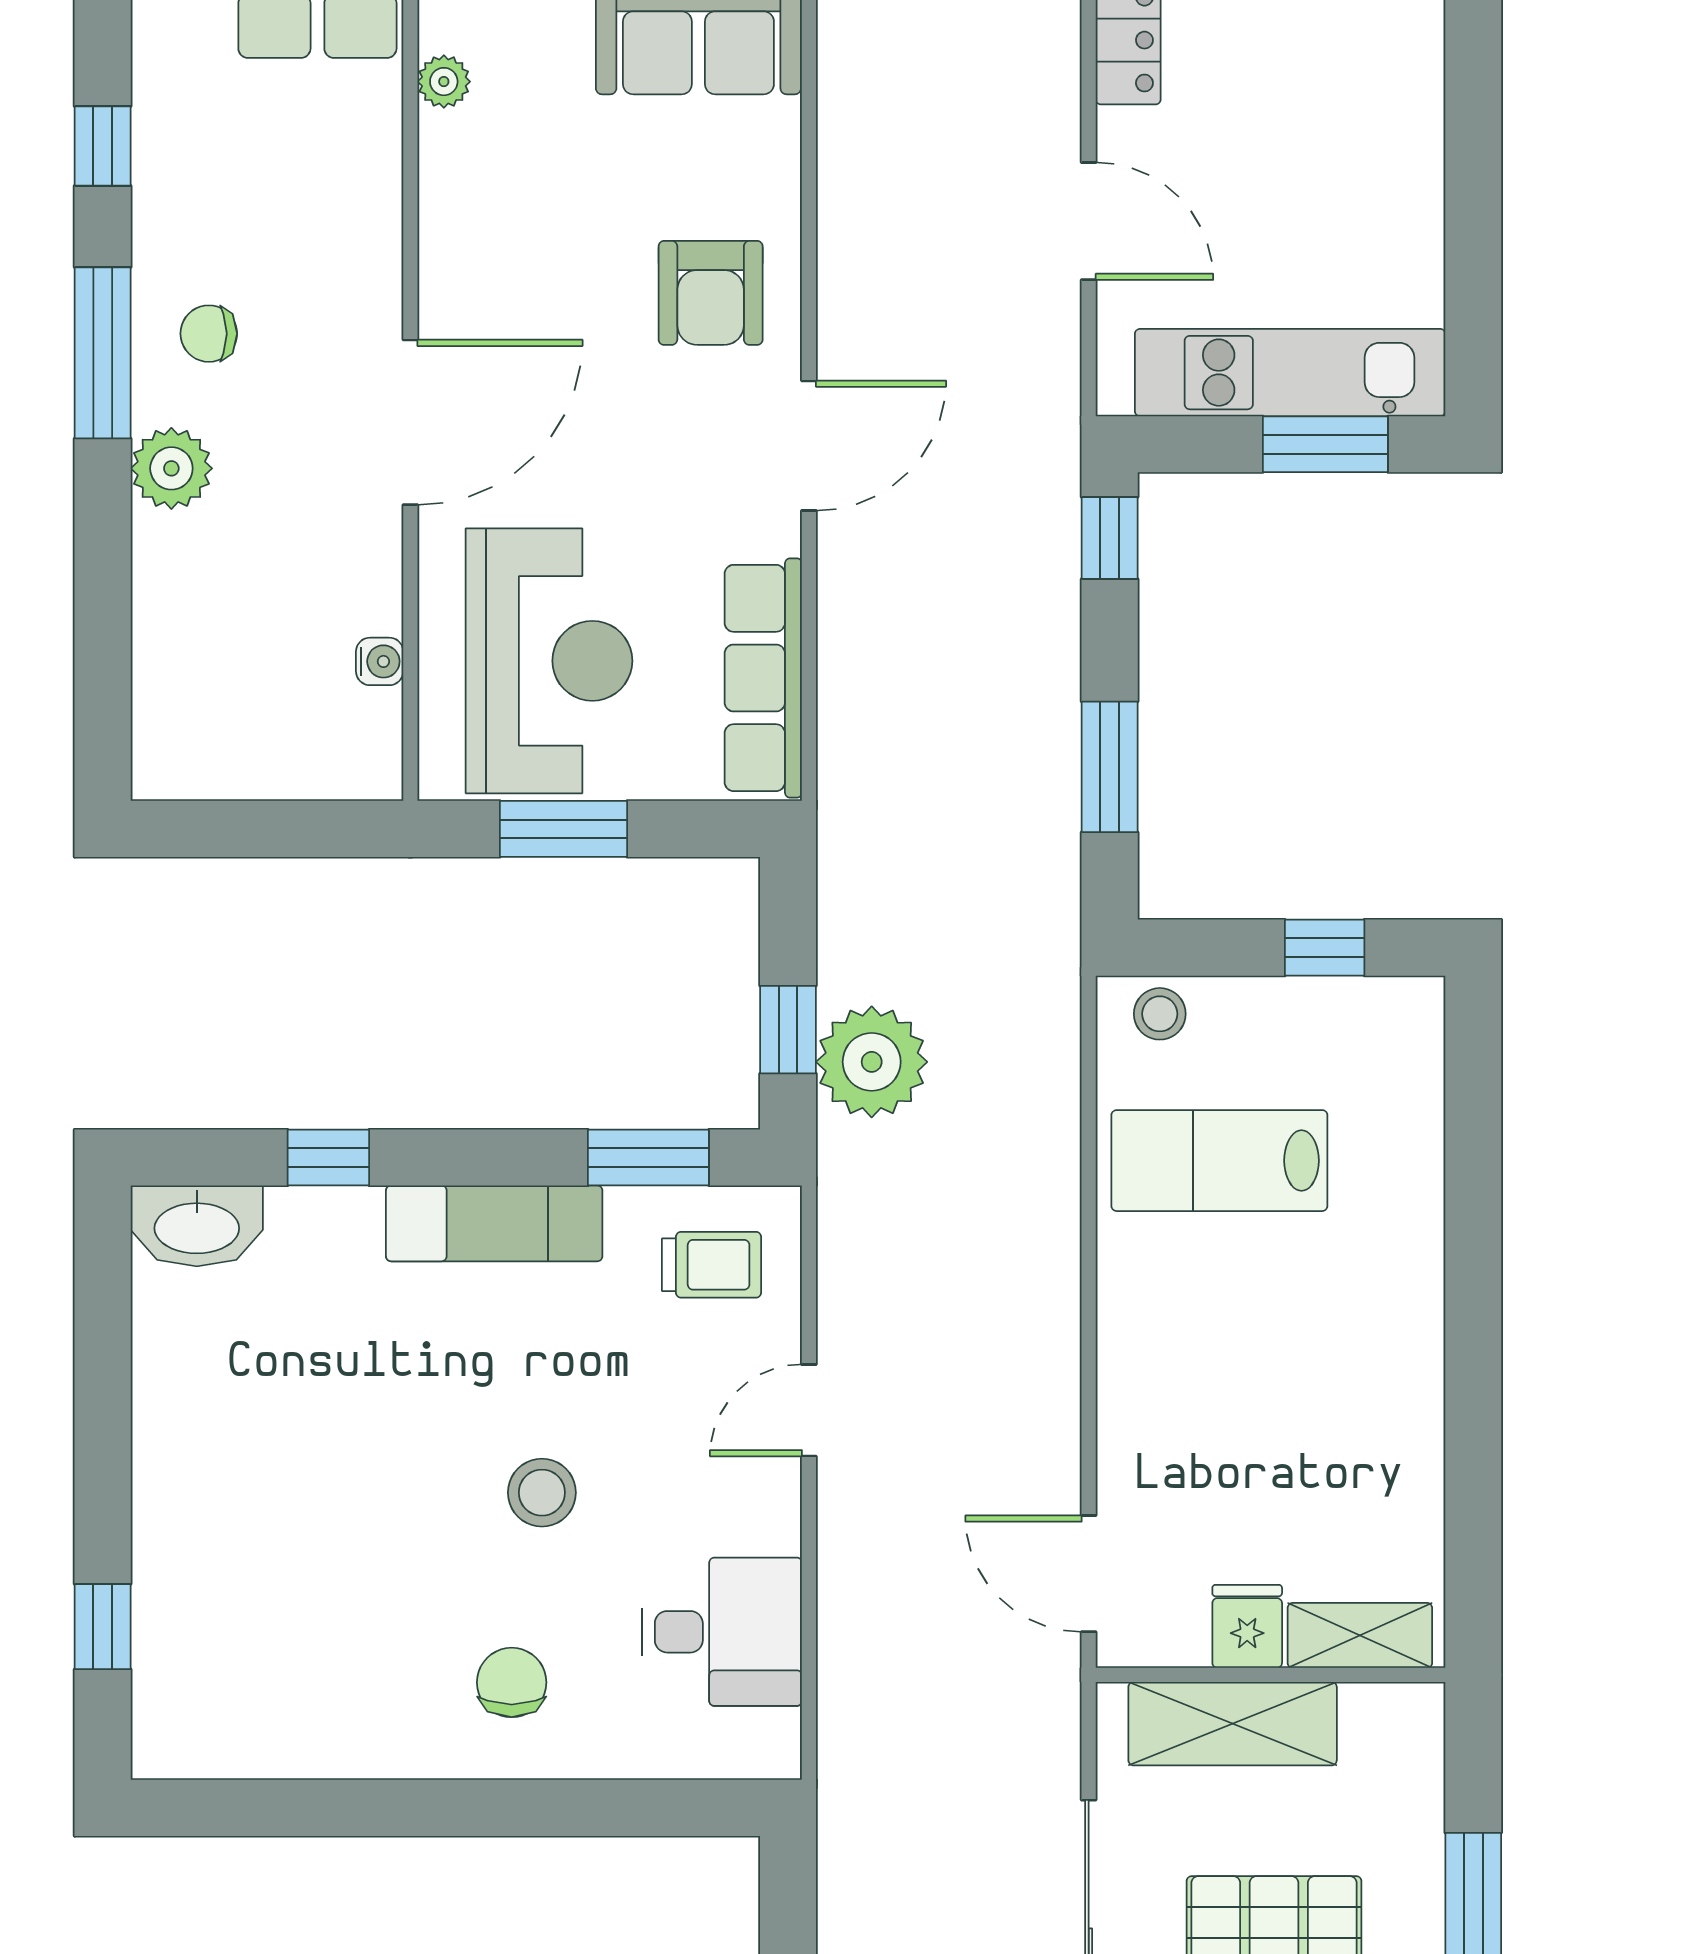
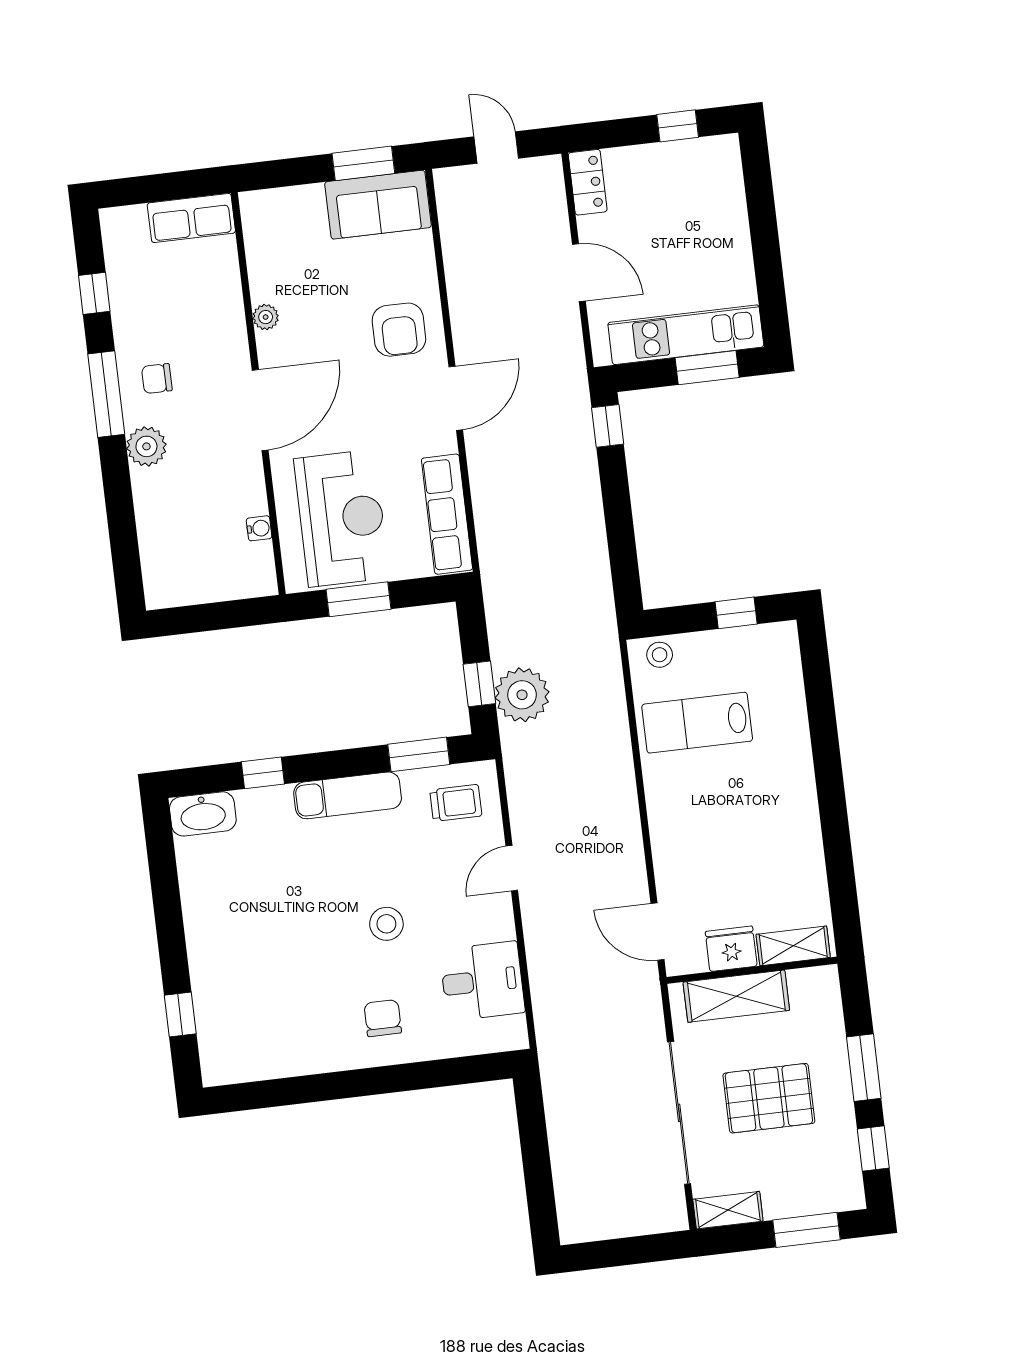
plant: (444, 82) -> (266, 317), moved
window: (1110, 767) -> (621, 537), removed
fridge: (1247, 1626) -> (731, 949), width x1.38

